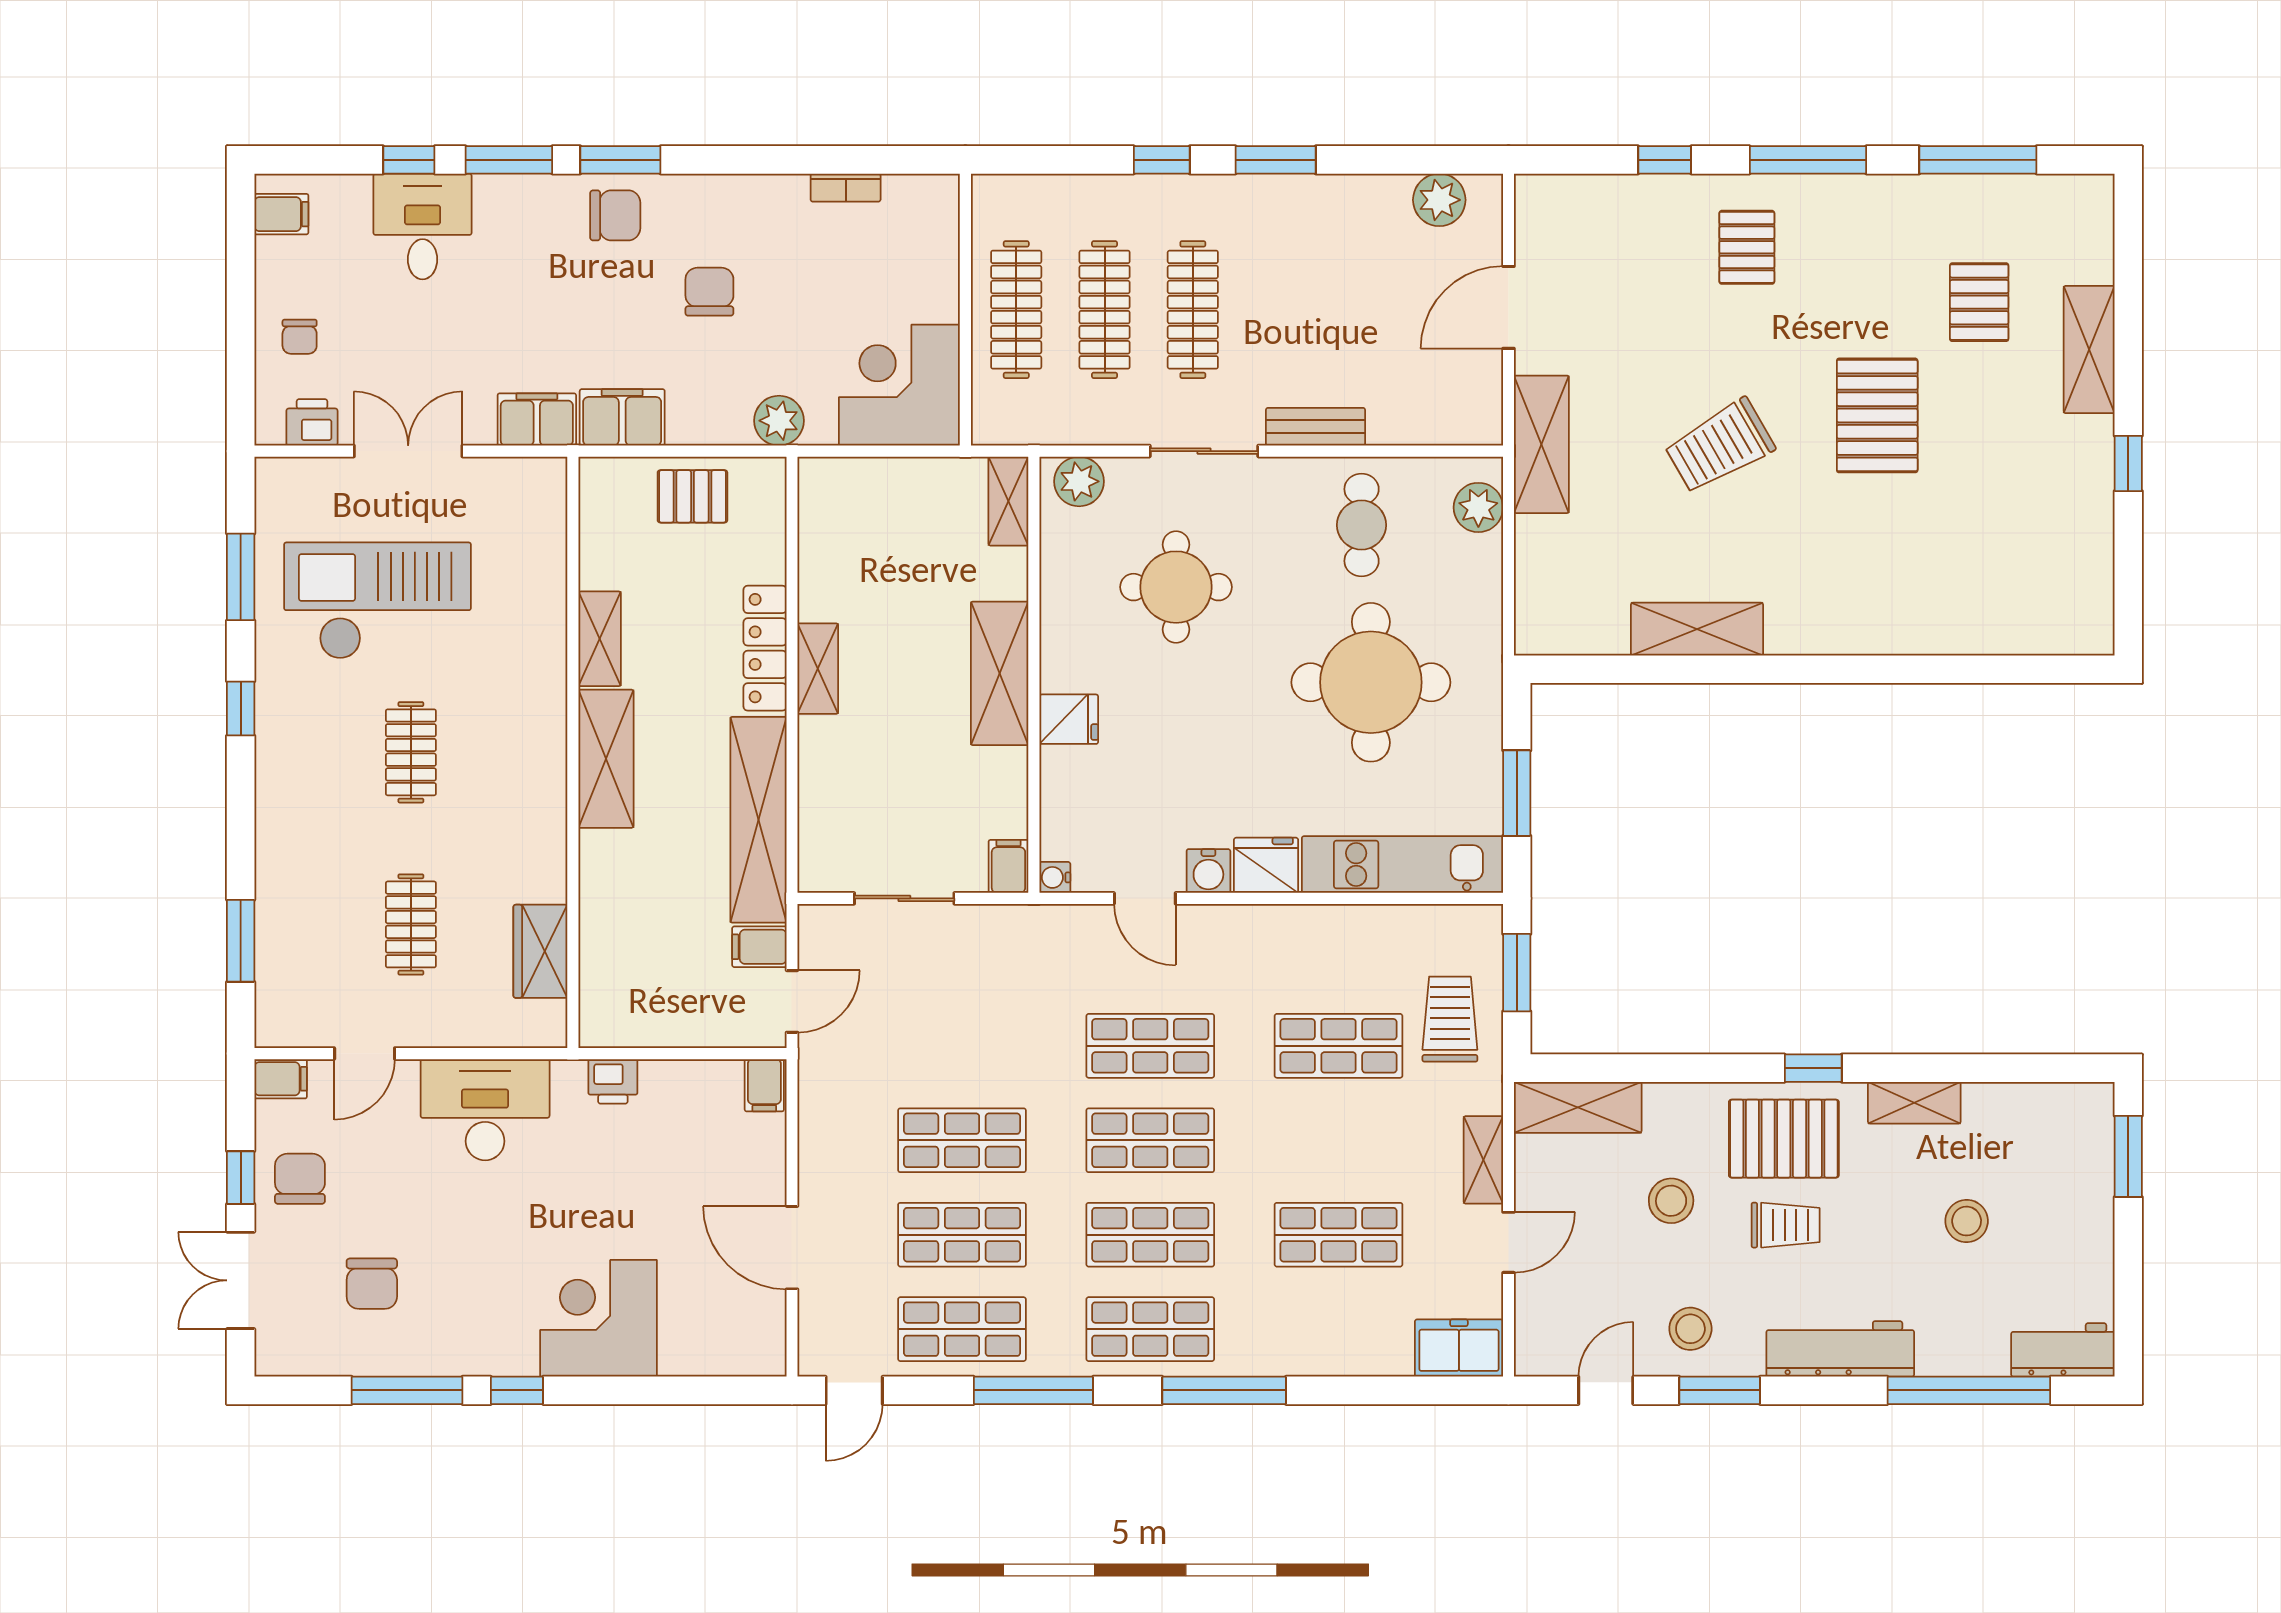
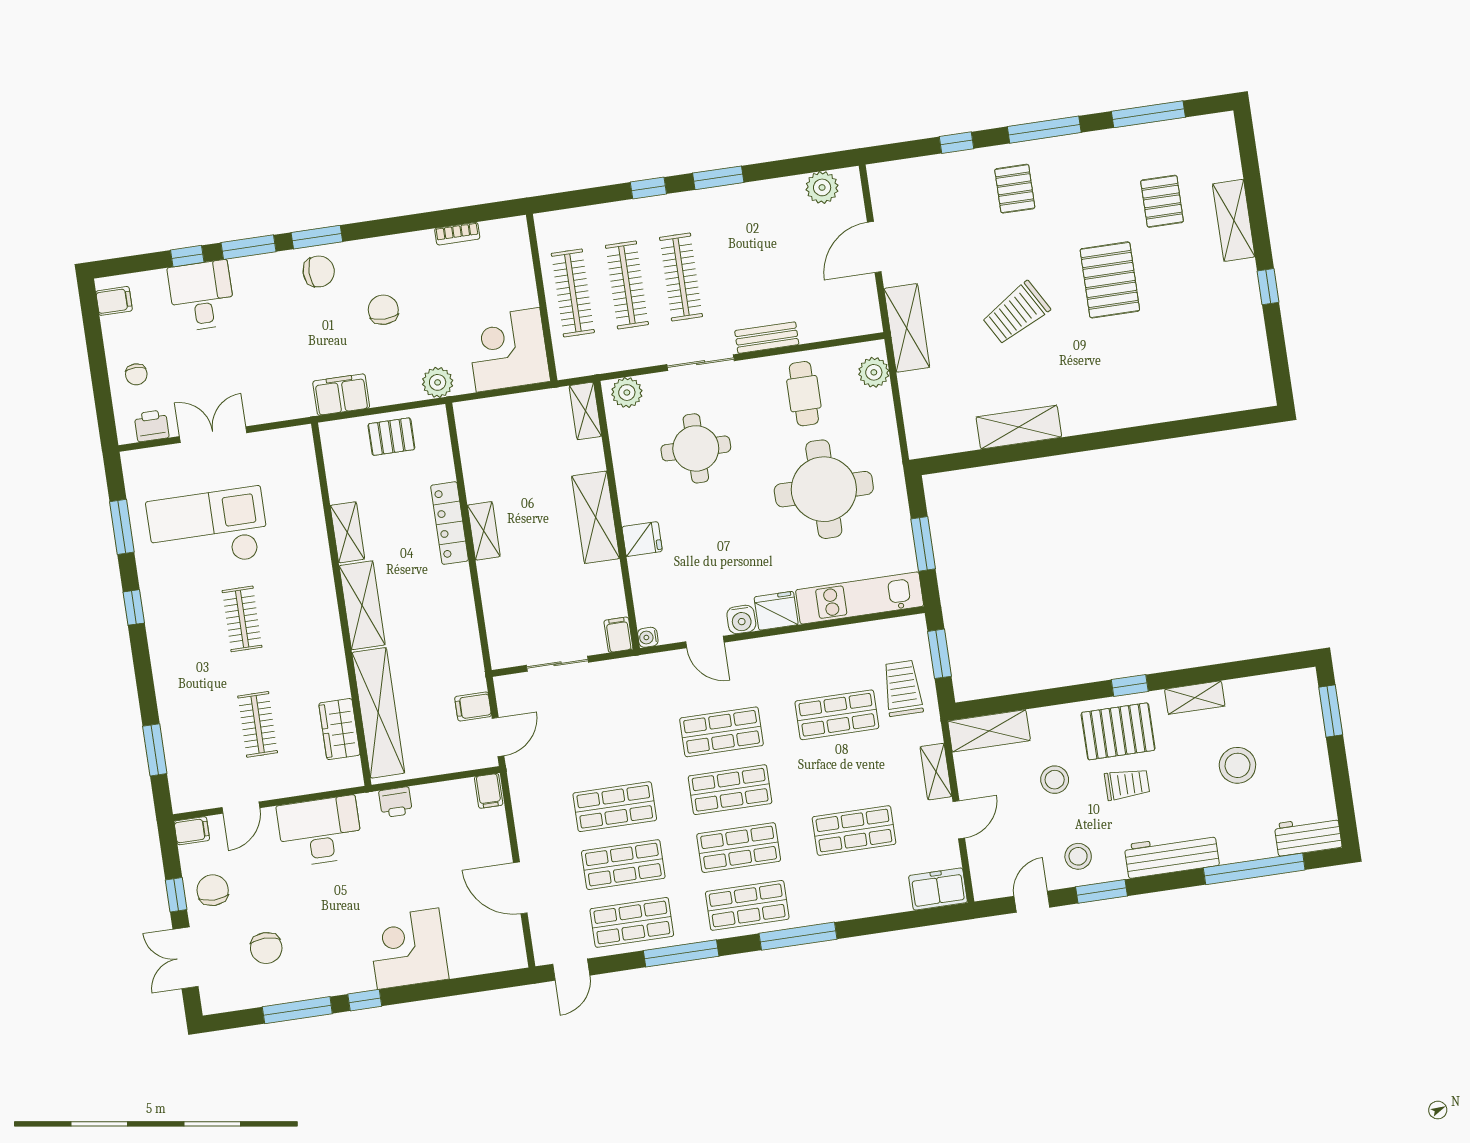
filing cabinet: (537, 419) -> (289, 404), removed
shelving: (758, 820) -> (378, 713), moved
stool: (1967, 1221) -> (1237, 765), width x1.38, depth x1.38

